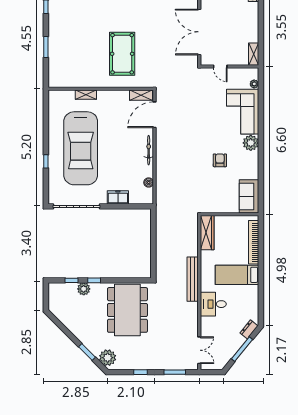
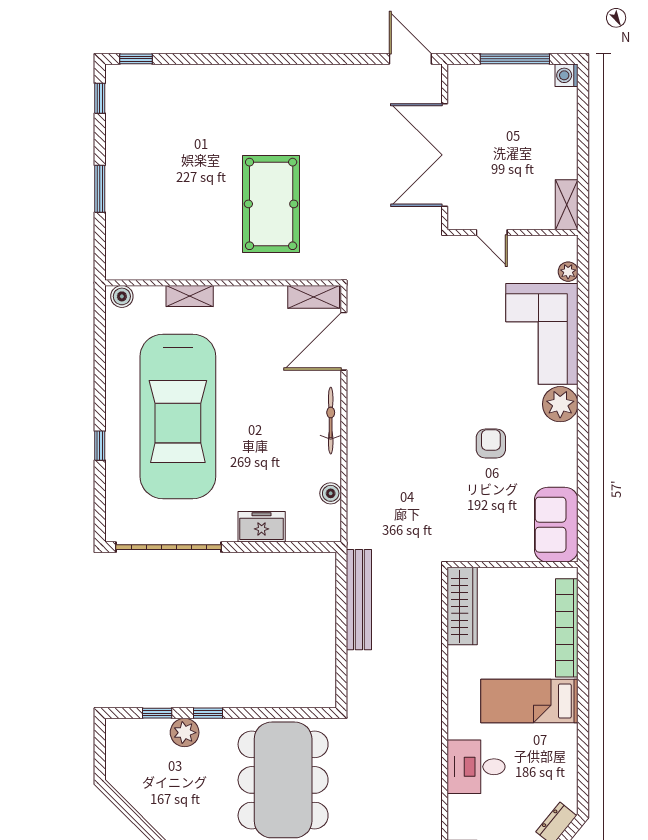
boiler: (56, 95) -> (122, 296), added
bench: (193, 279) -> (359, 600), moved

